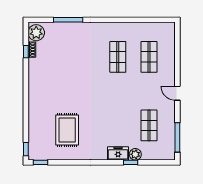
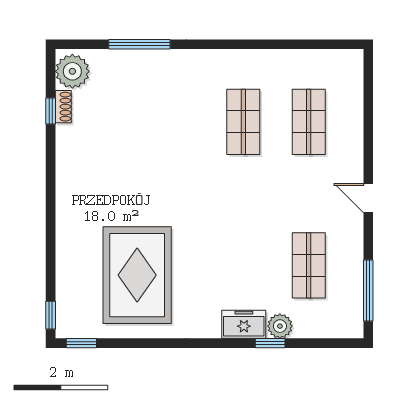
rug: (67, 130) -> (137, 275), width x1.37, depth x1.44

